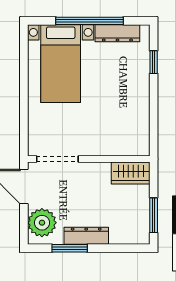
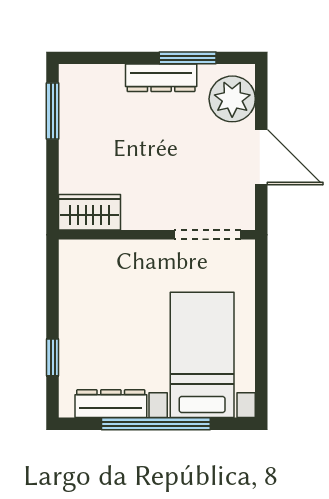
doorway: (57, 159) -> (207, 235), moved
wall: (89, 159) -> (157, 235), moved
wardrobe: (131, 173) -> (90, 212), moved

